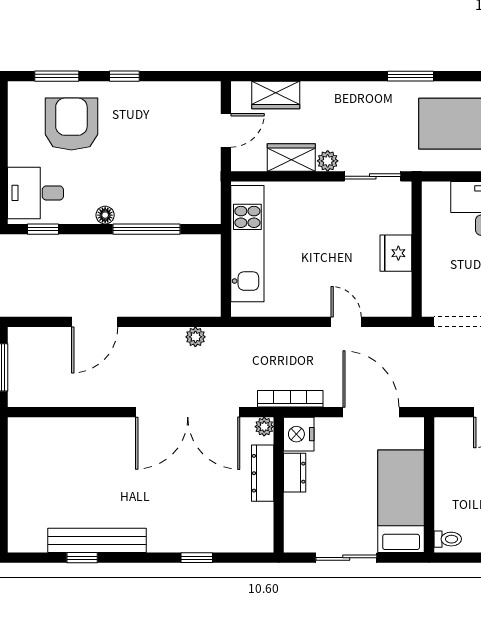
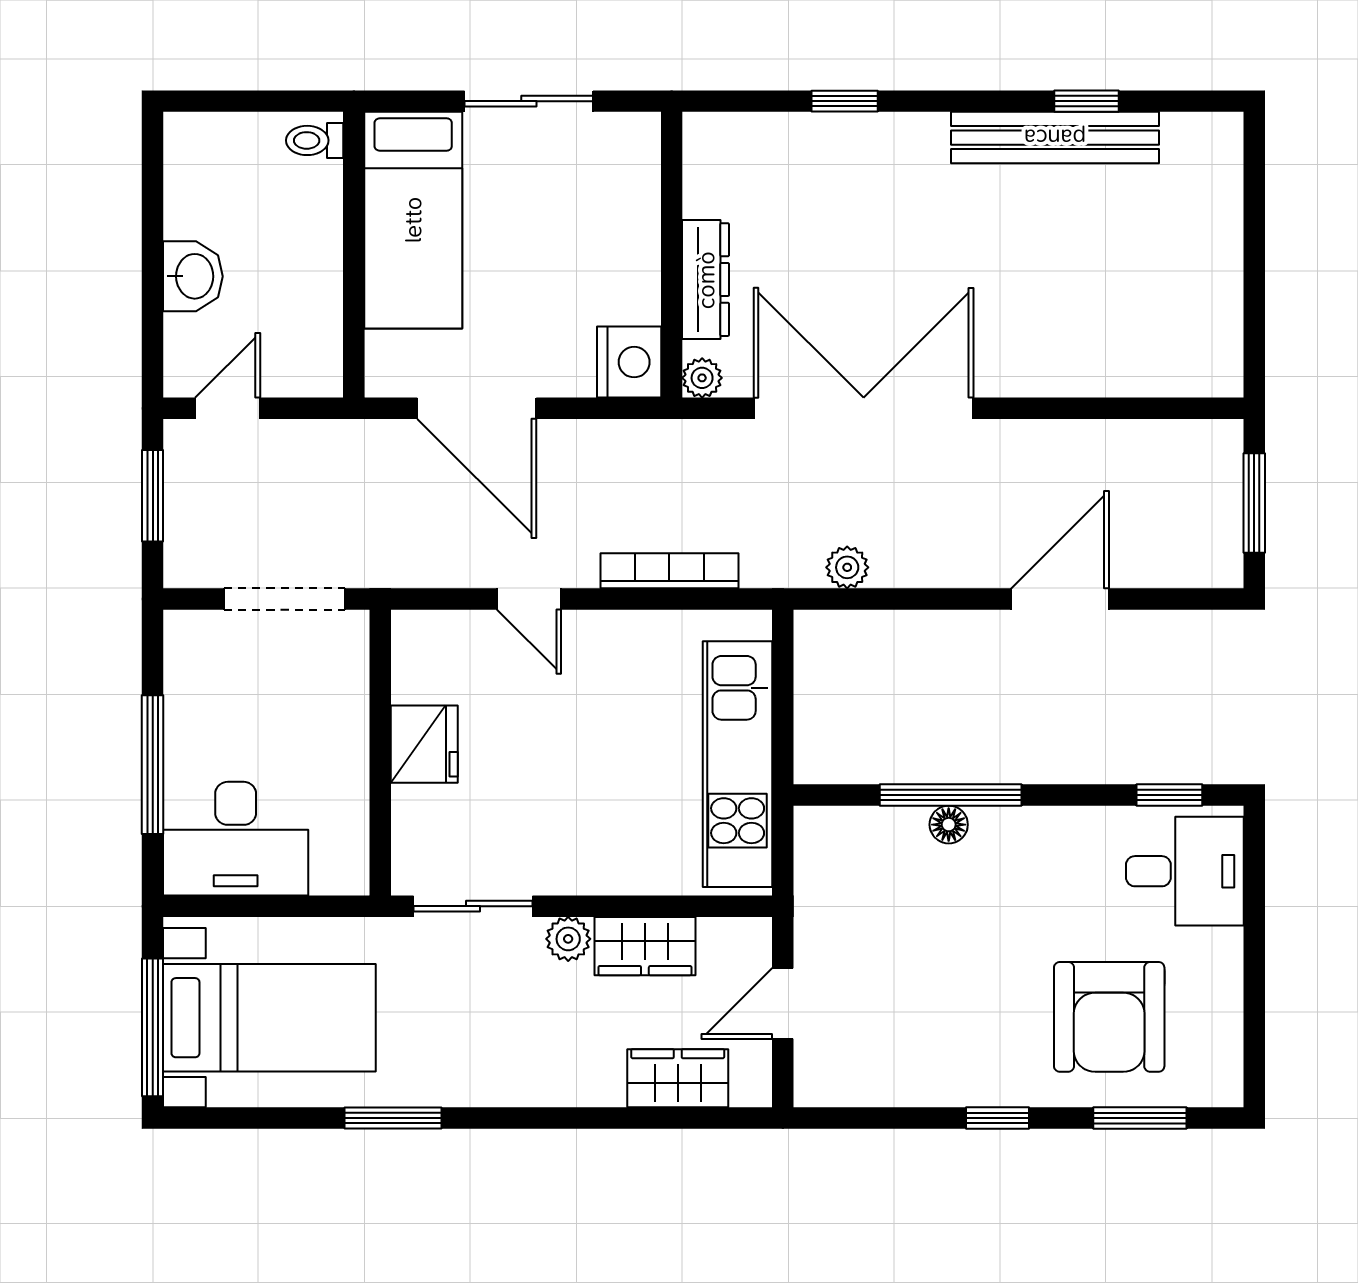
floor lamp: (105, 215) -> (949, 825), moved
bookcase: (290, 399) -> (669, 571), moved, turned 180
dresser: (295, 473) -> (638, 281), removed

